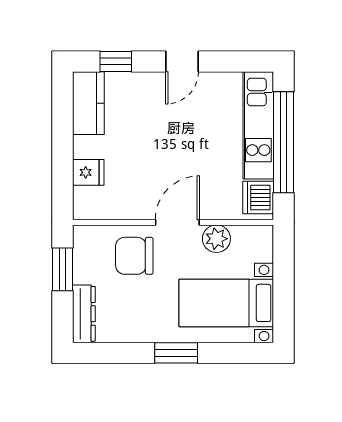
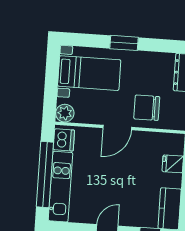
plant: (216, 239) -> (65, 113), moved
chair: (134, 256) -> (147, 108), turned 180

